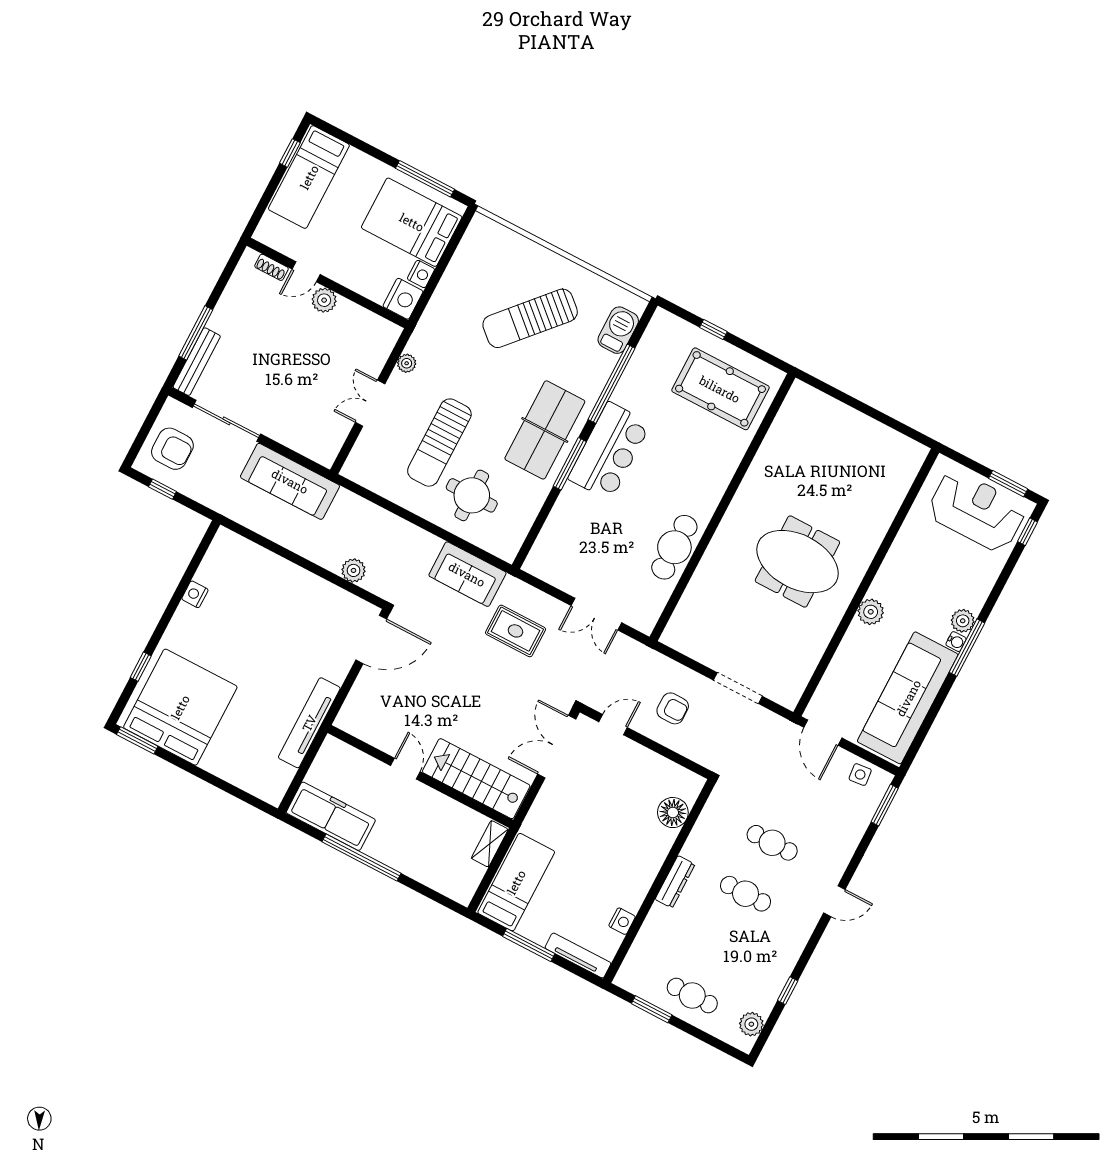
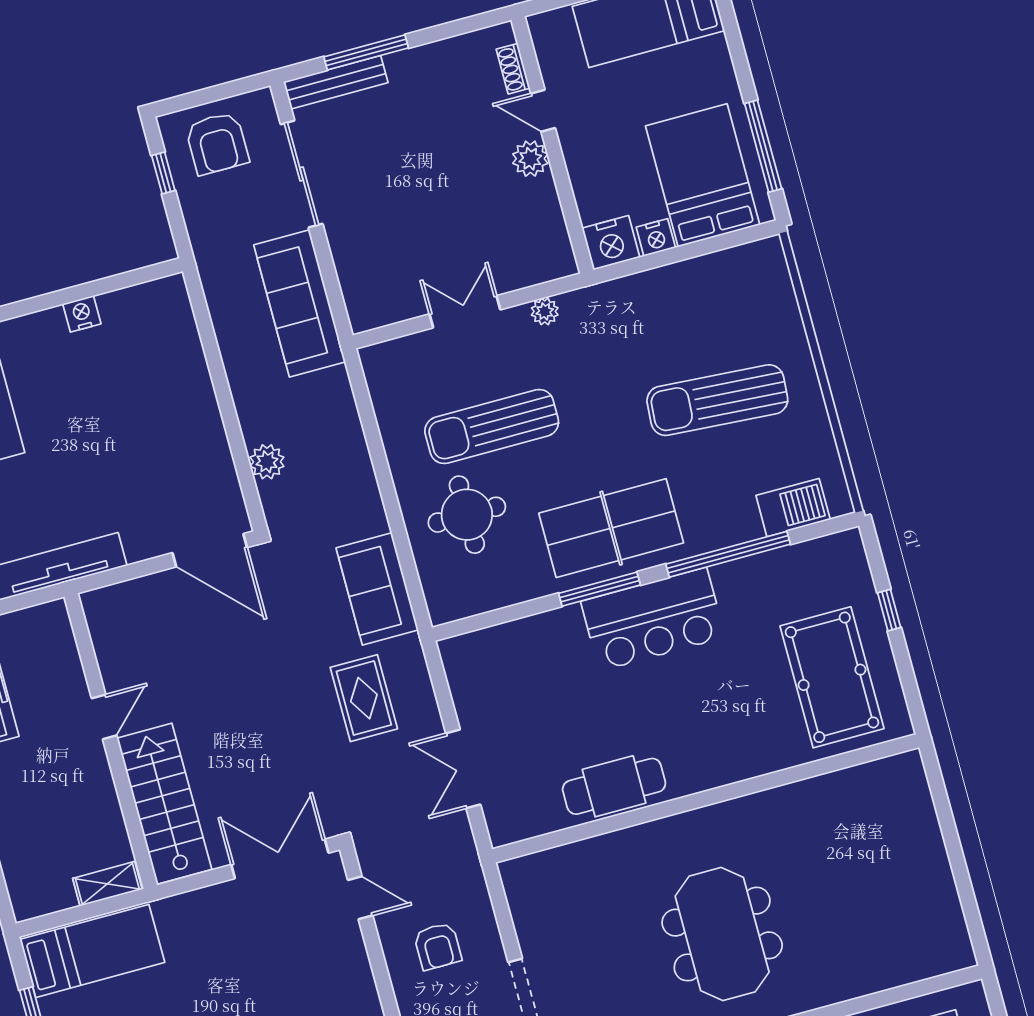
sun lounger: (530, 318) -> (717, 400), turned -38

